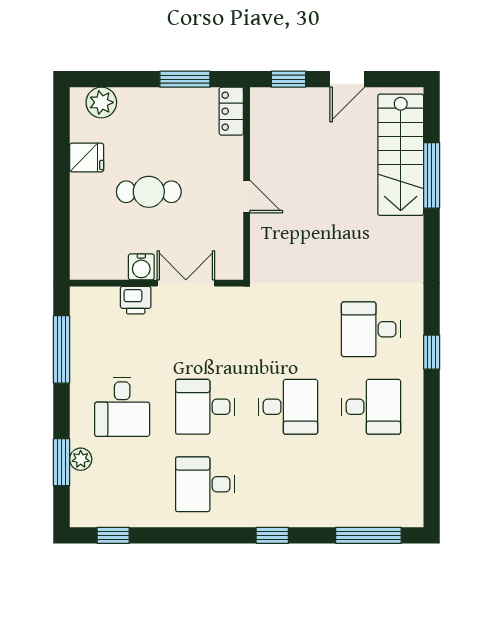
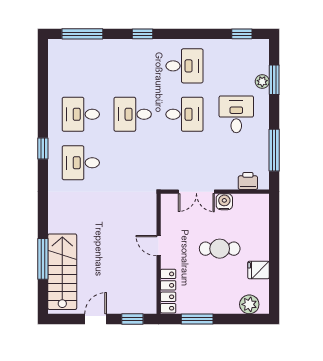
locker: (231, 111) -> (168, 291), width x1.53
printer: (136, 300) -> (248, 181), moved
desk: (371, 329) -> (81, 163), turned 180

